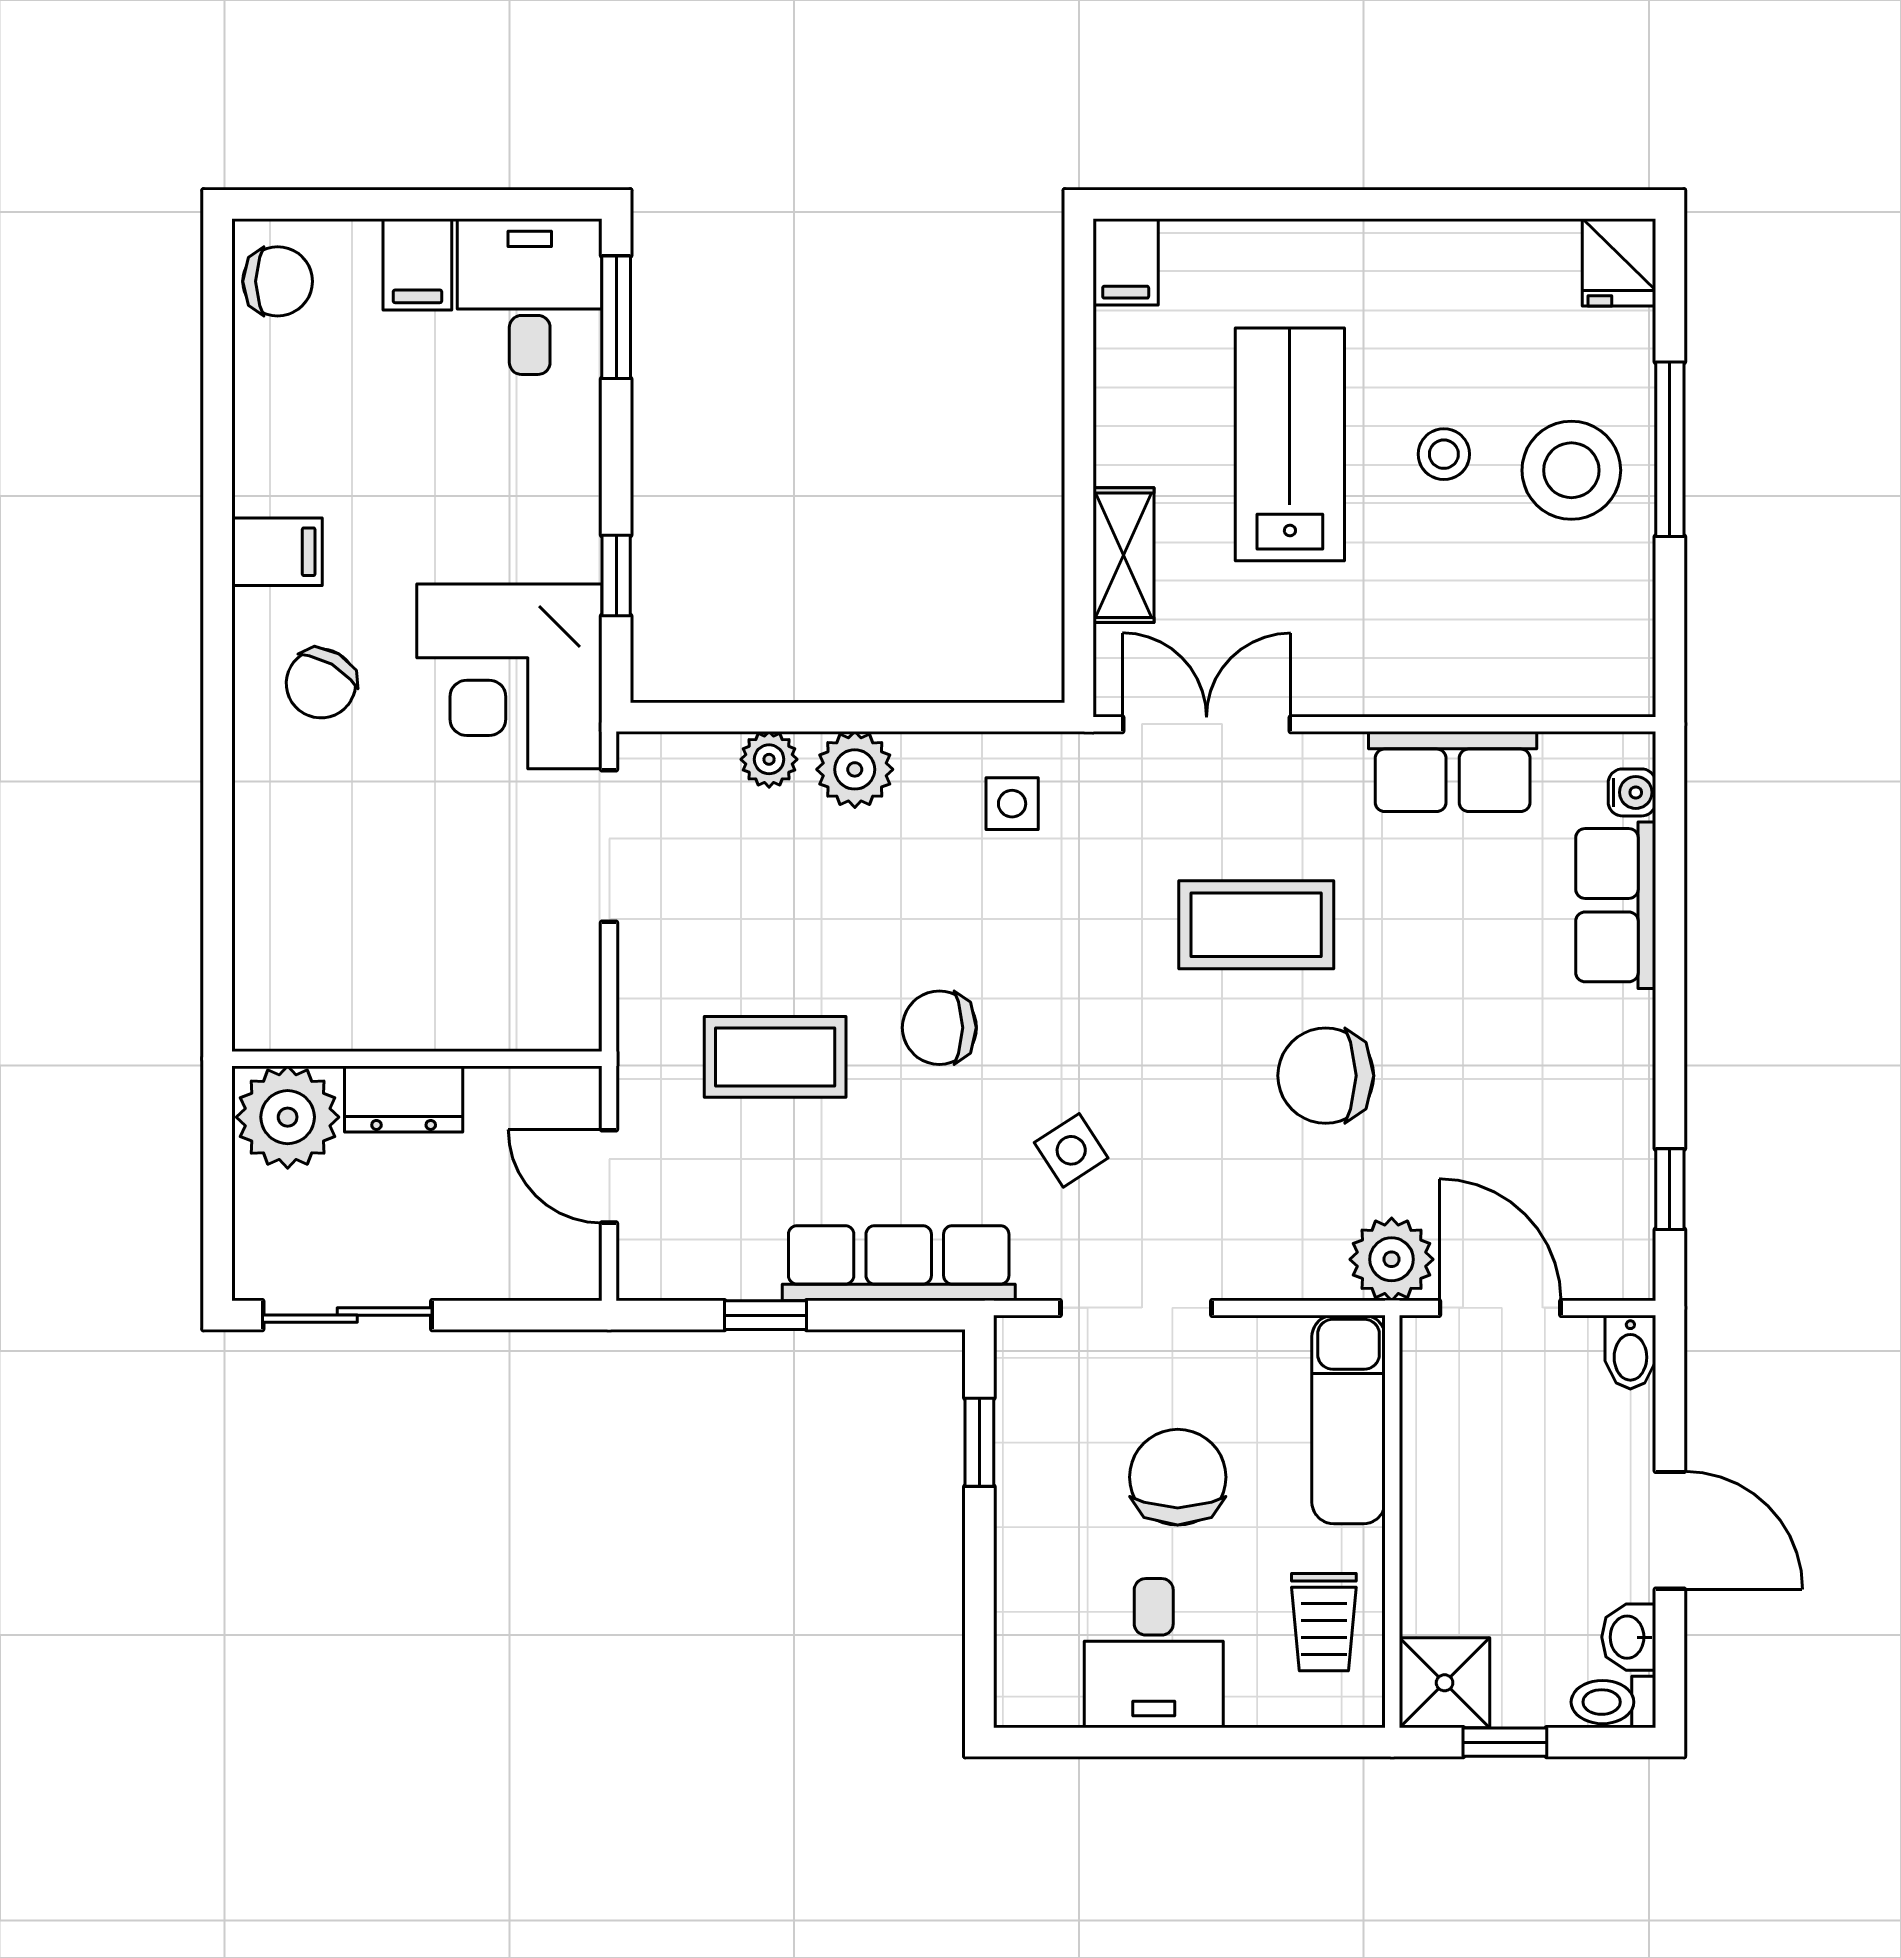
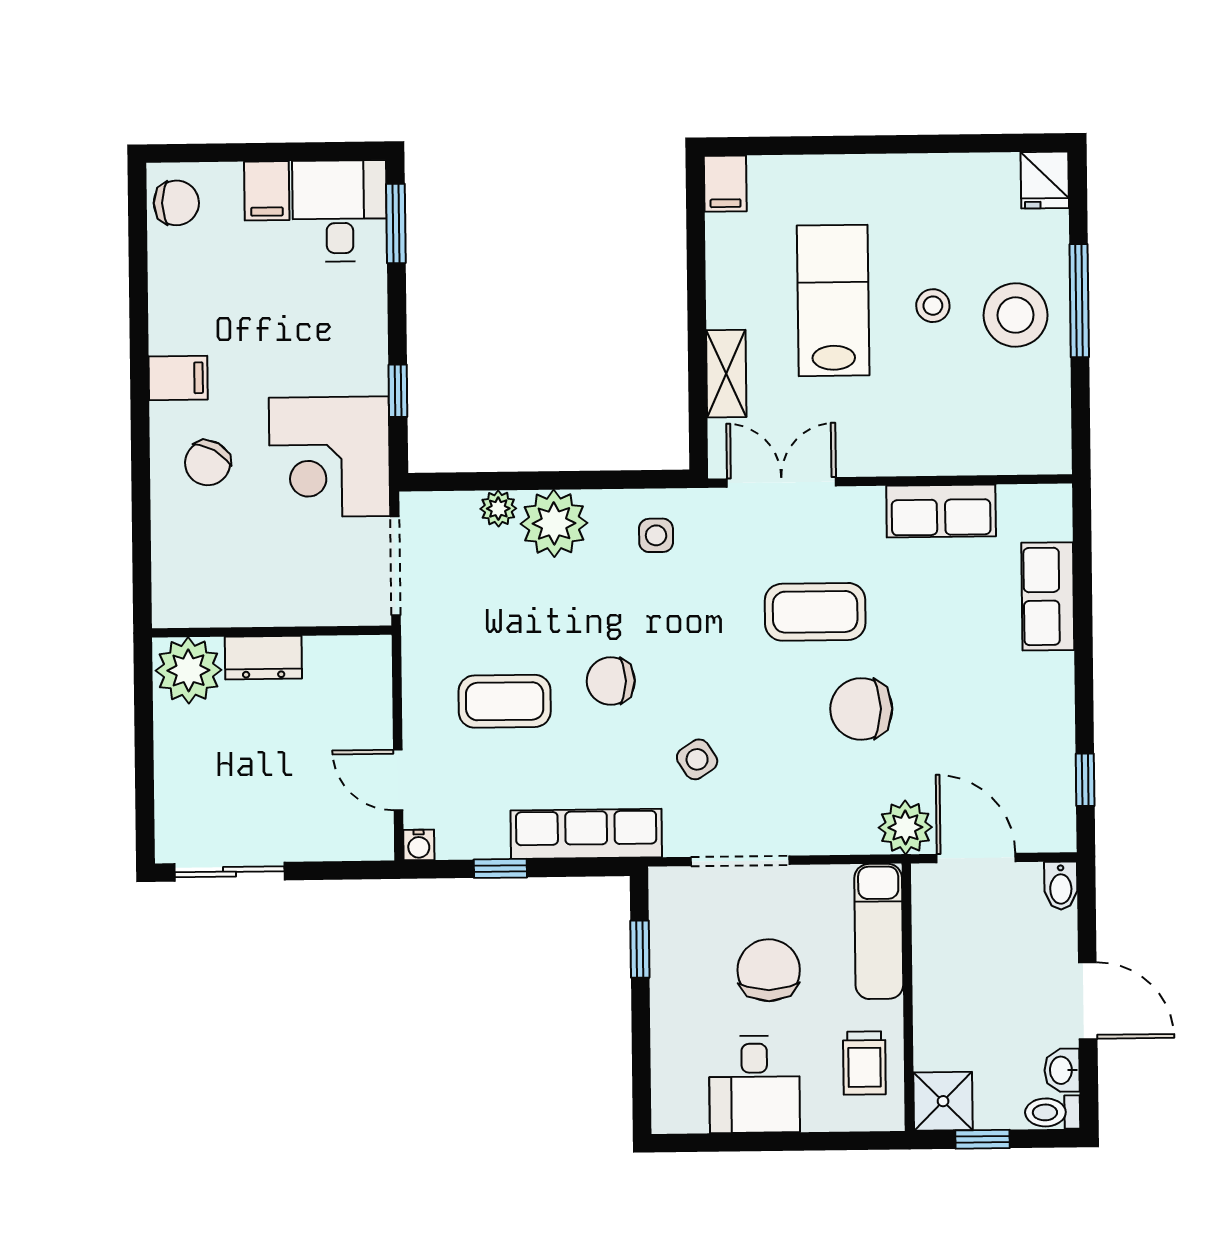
plant: (855, 769) -> (554, 523), width x1.36, depth x1.36
water cooler: (1632, 792) -> (419, 845), moved, turned 90
wall: (417, 1059) -> (272, 631), moved
dresser: (404, 1099) -> (263, 658), moved
plant: (288, 1117) -> (188, 670), moved

